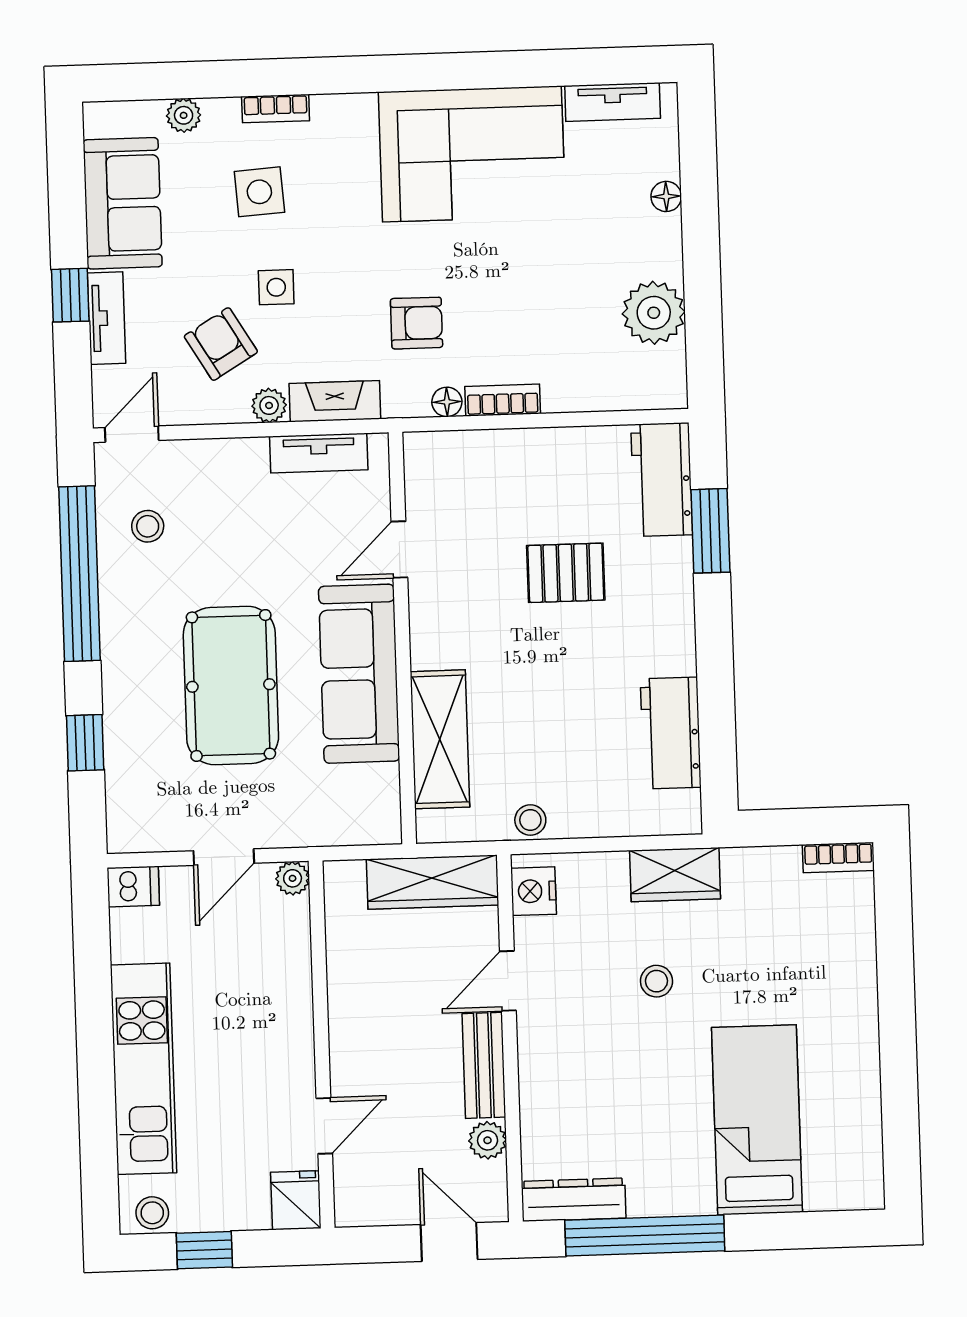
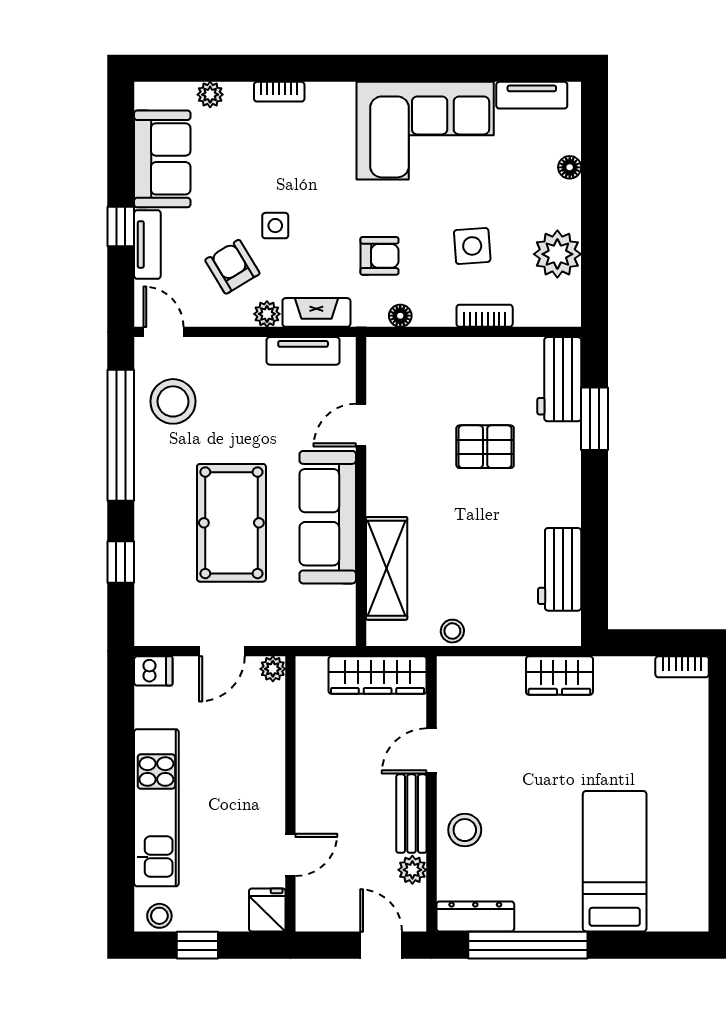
side table: (259, 192) -> (472, 246), moved
bookcase: (503, 400) -> (485, 316), moved
door: (132, 434) -> (163, 332), hinge flipped
stool: (148, 526) -> (173, 401), width x1.89, depth x1.89
nightstand: (534, 891) -> (453, 684), removed
stool: (656, 981) -> (465, 830), moved, width x1.37, depth x1.37

